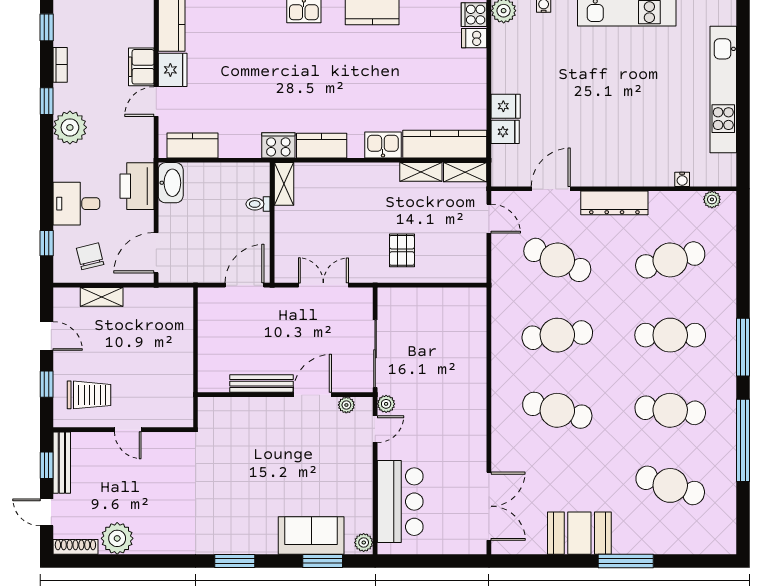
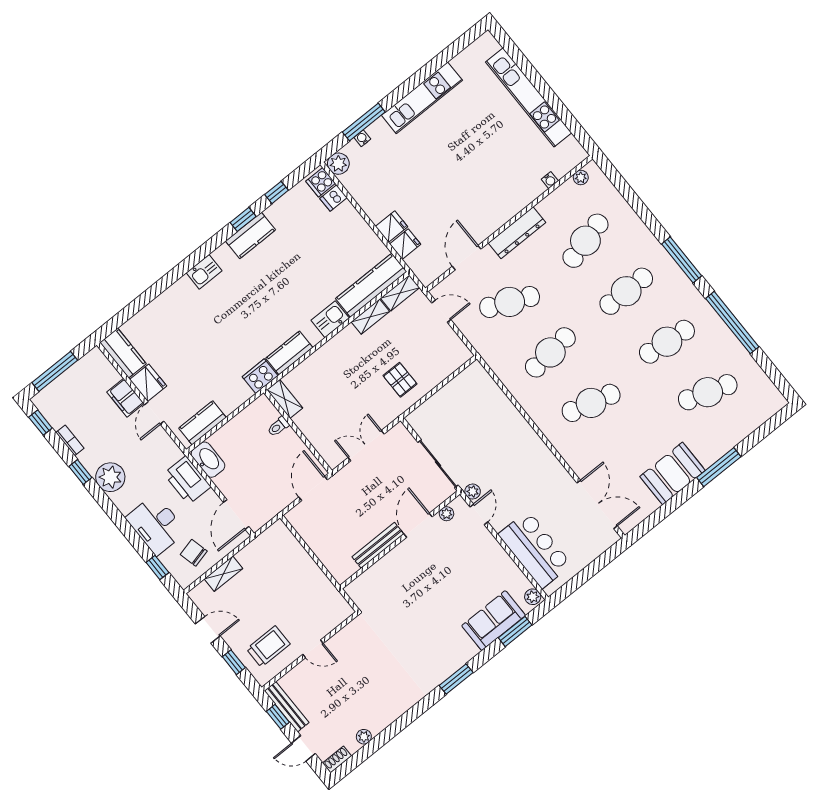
desk: (76, 204) -> (156, 525), width x1.37
plant: (117, 538) -> (364, 737), width x0.53, depth x0.53
shoe rack: (75, 547) -> (337, 760), width x0.70

